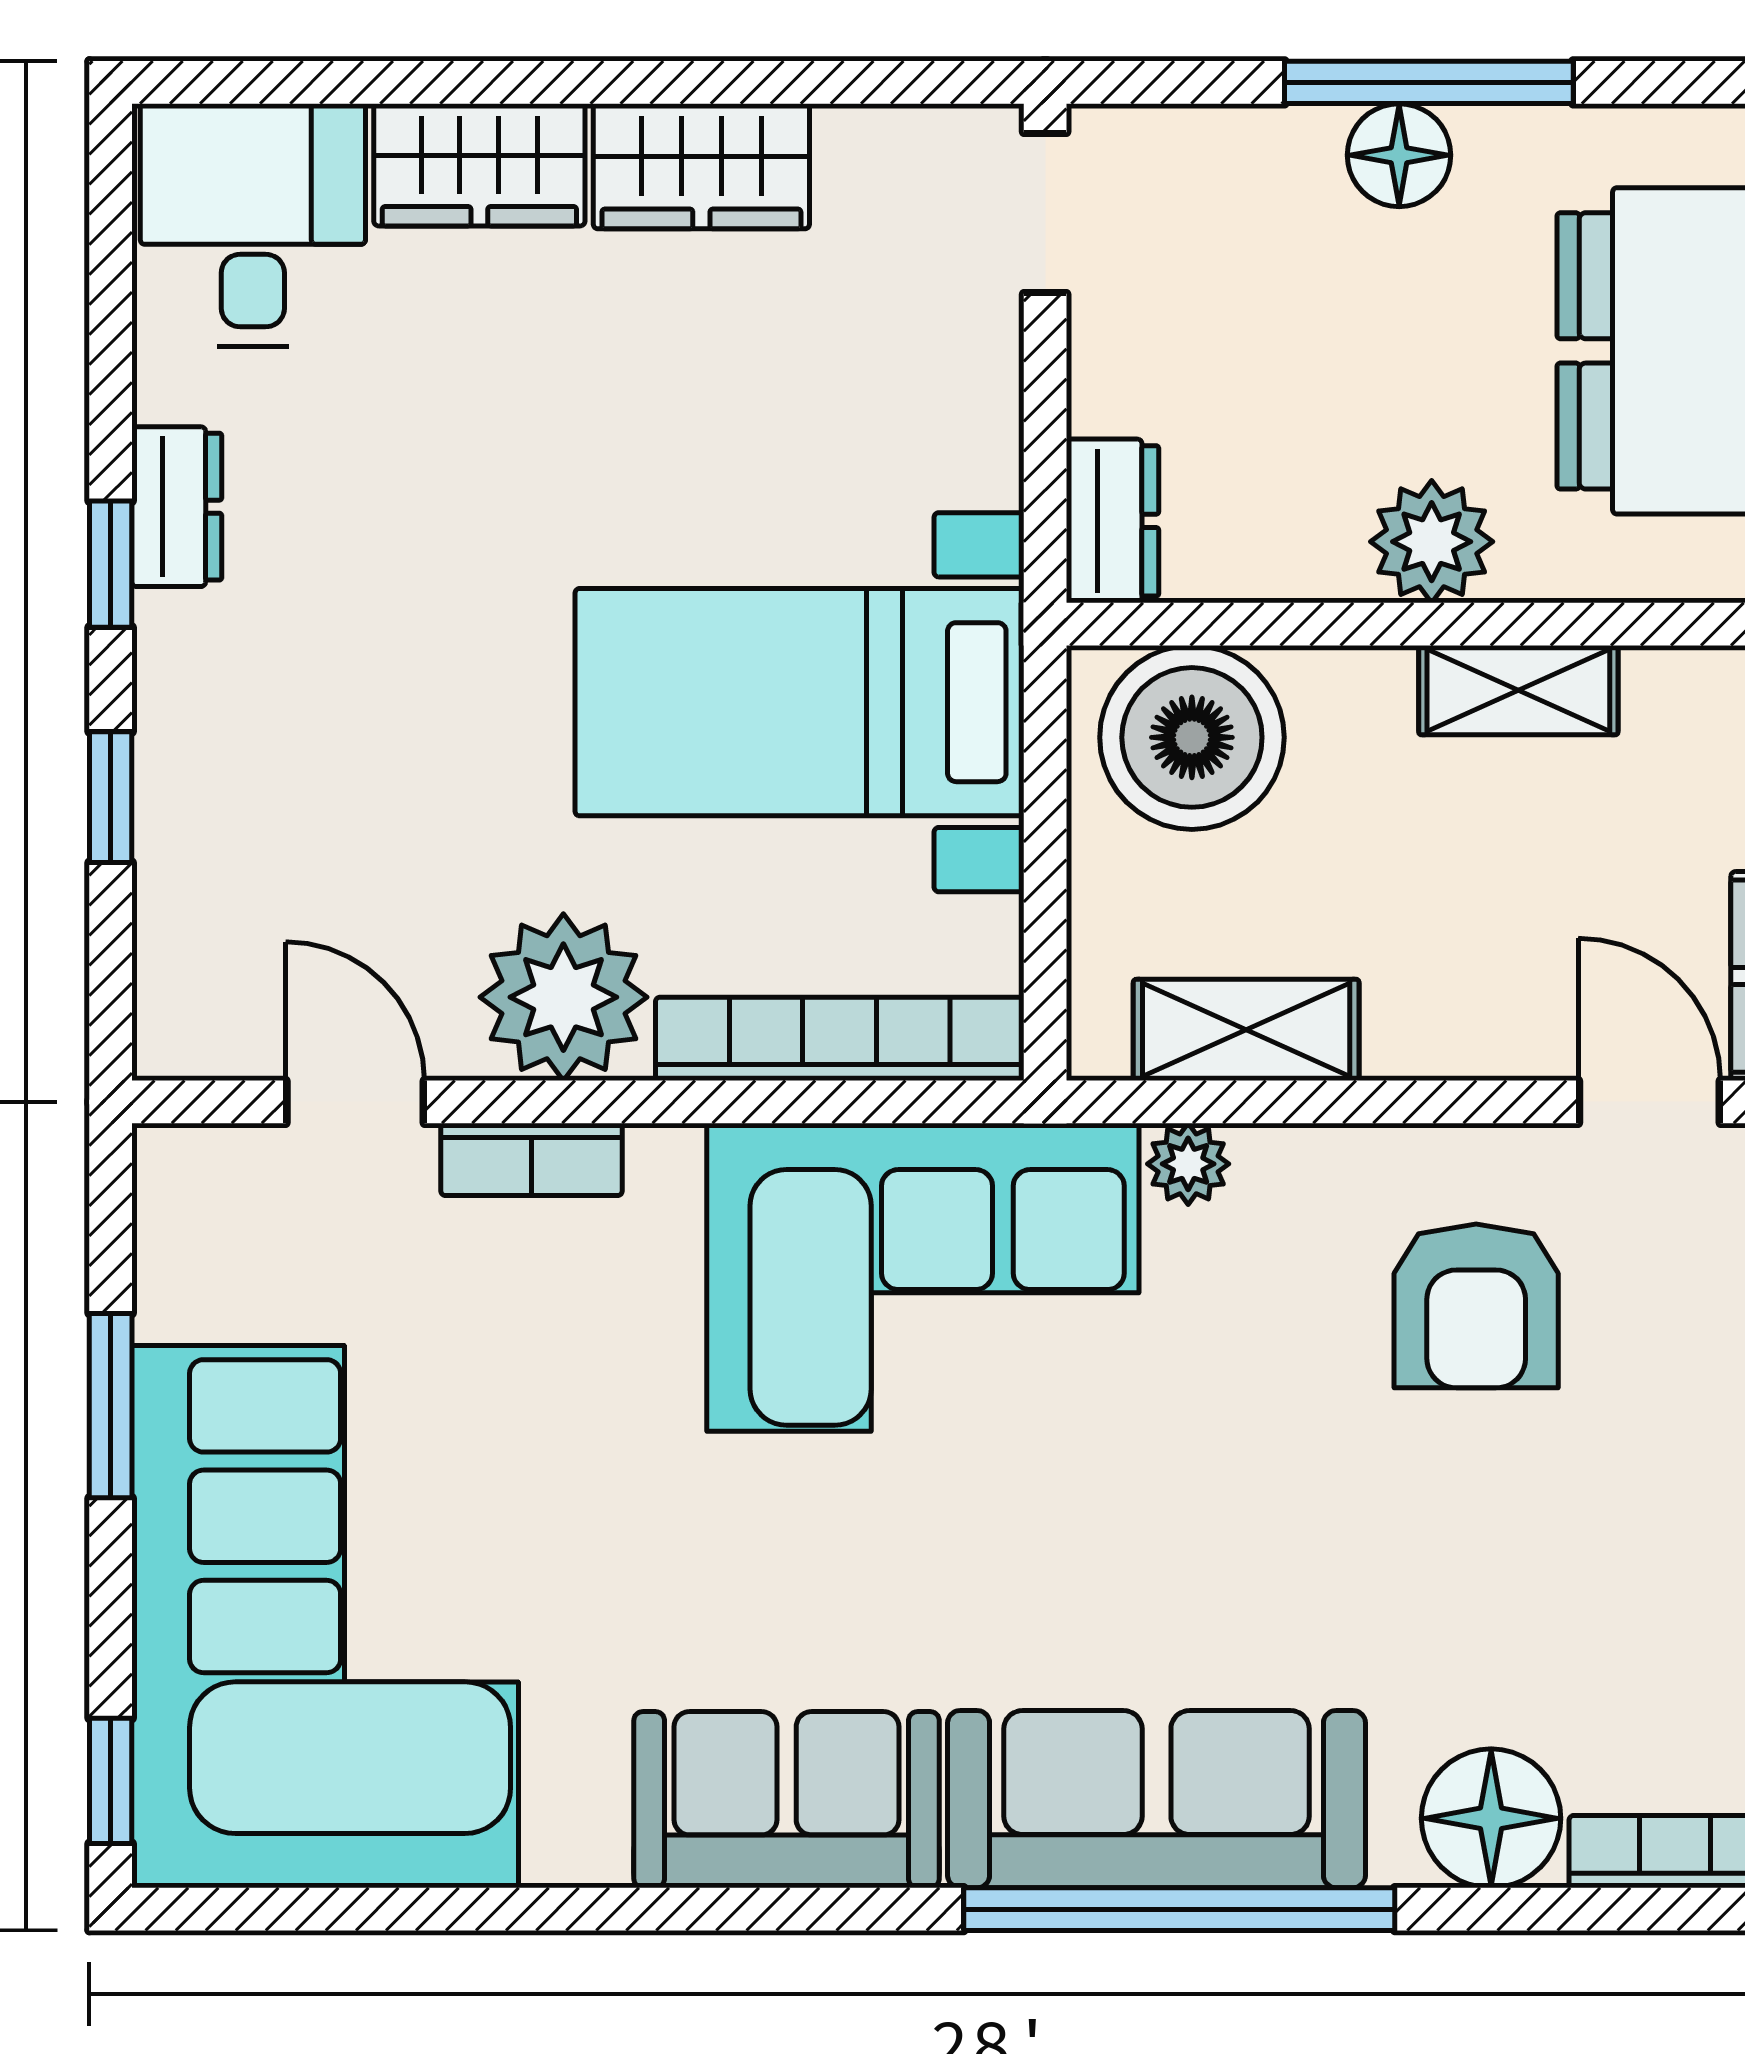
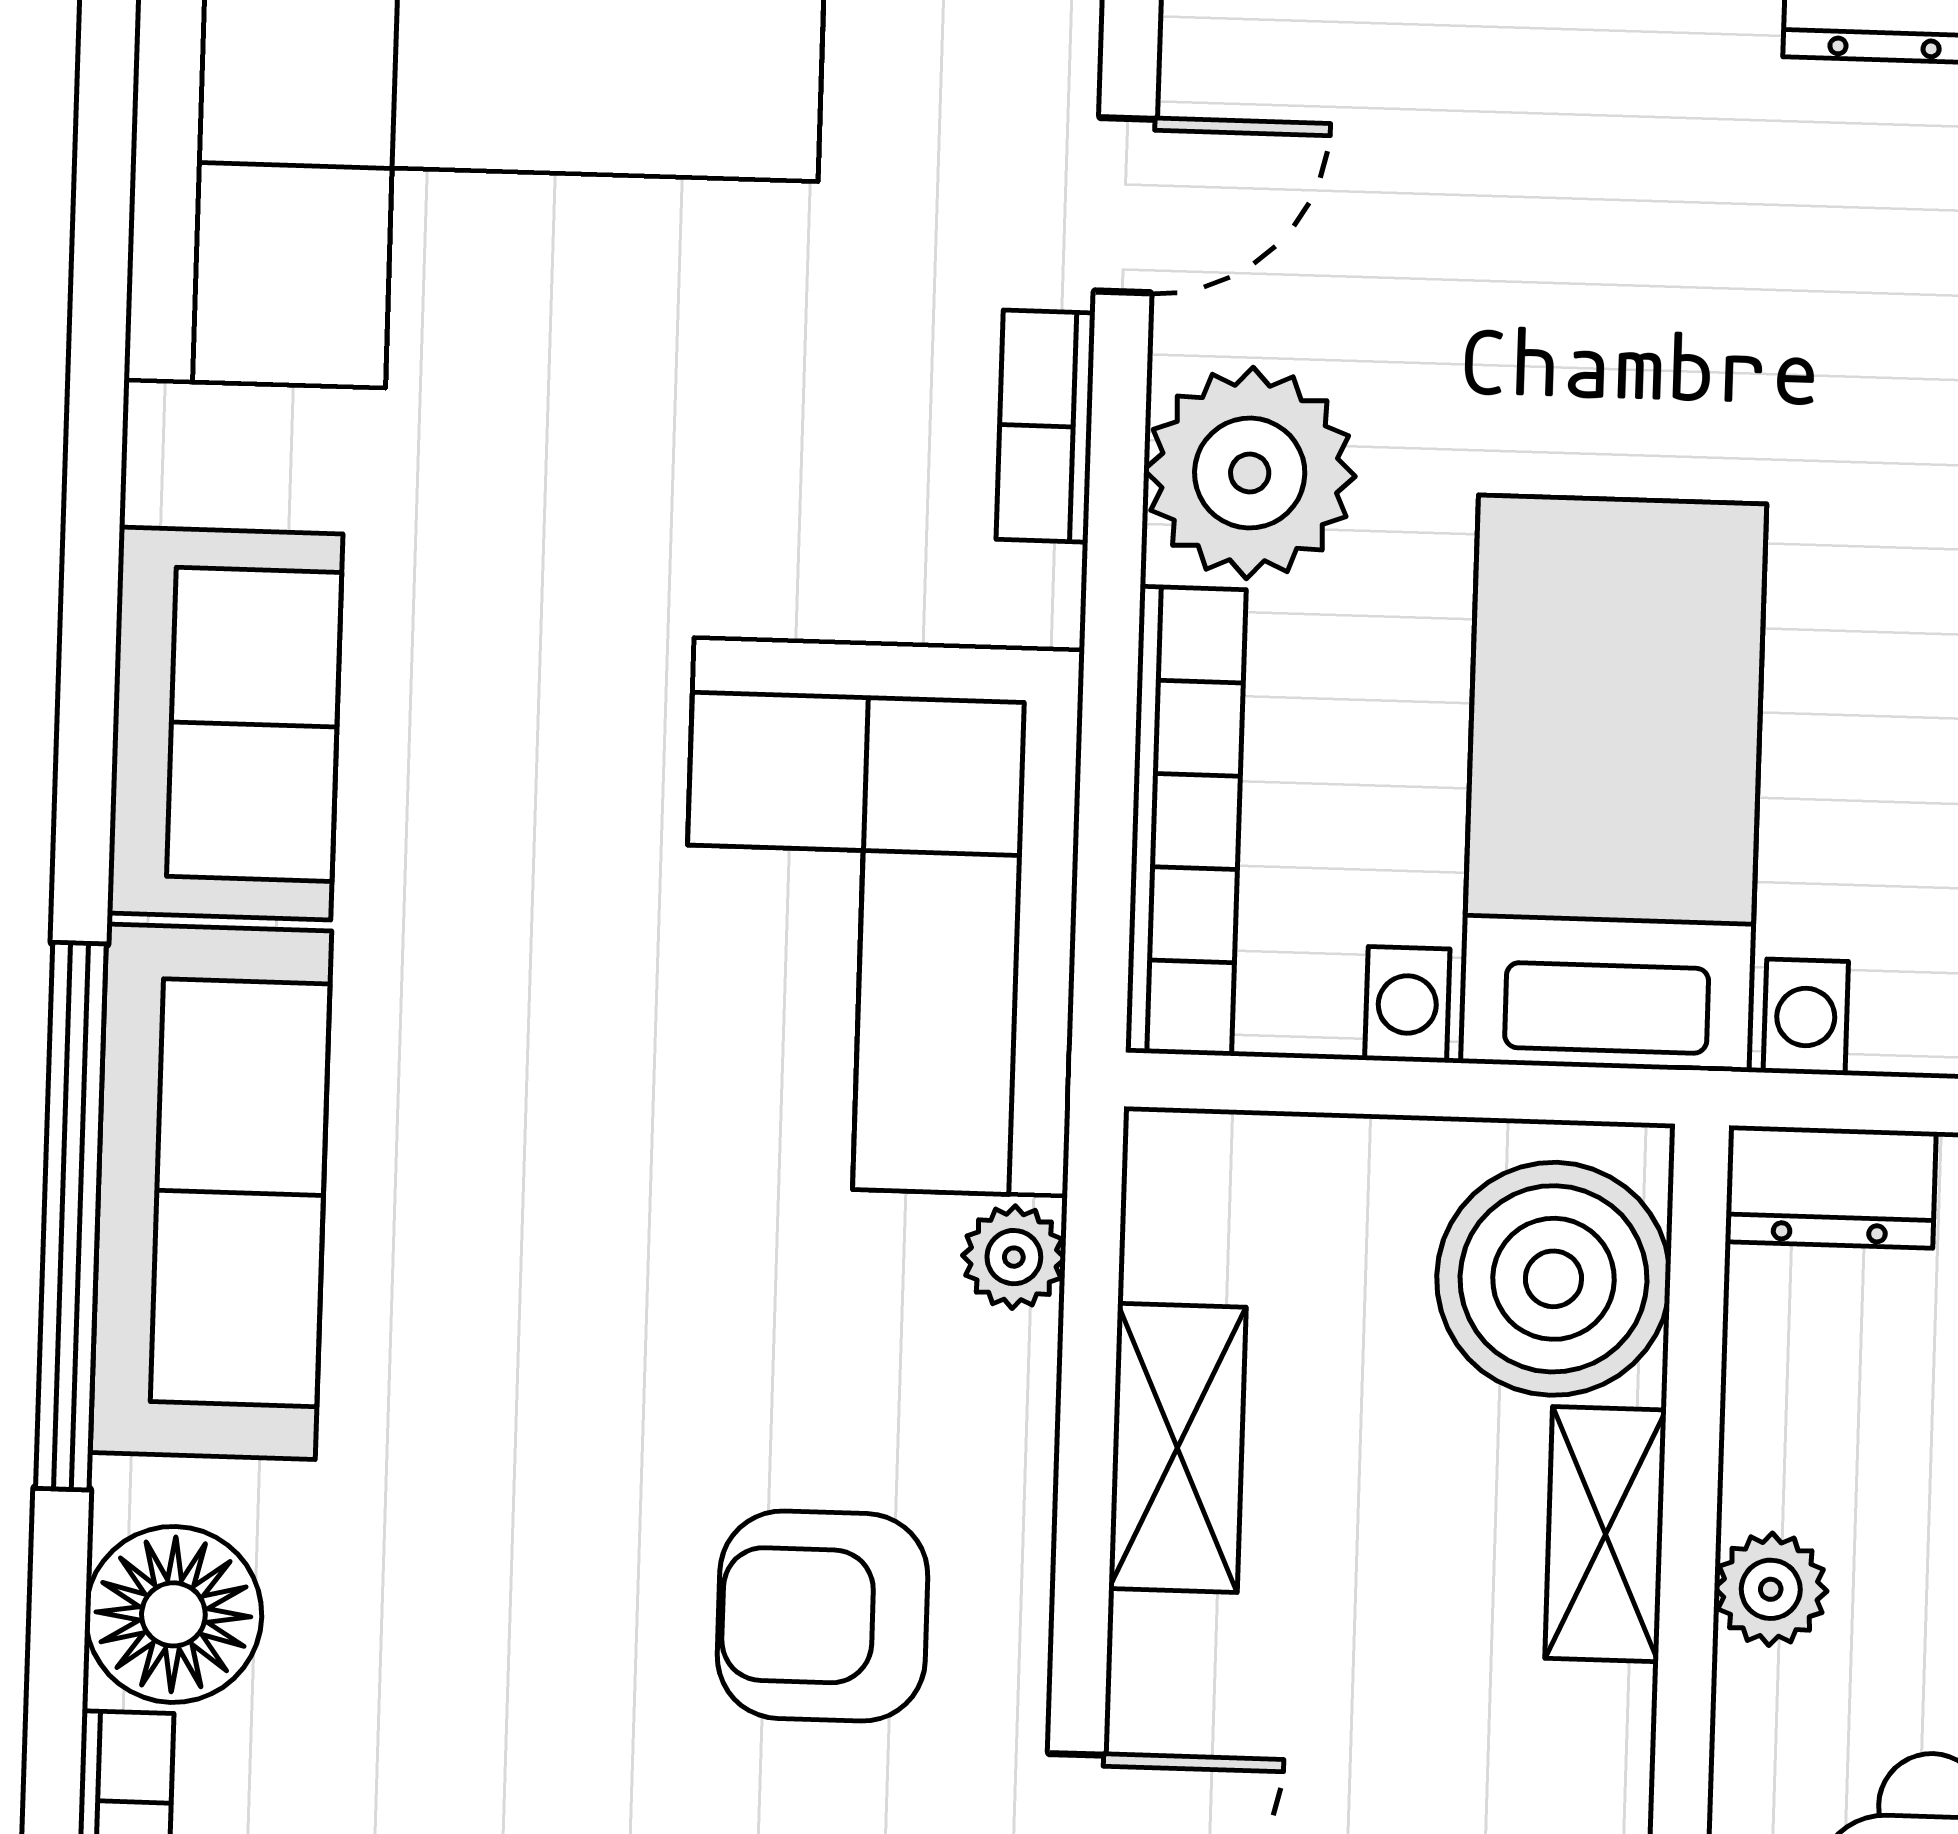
plant: (1432, 542) -> (1771, 1589), width x0.73, depth x0.73
shelving: (1518, 690) -> (1605, 1534), moved
shelving: (1246, 1030) -> (1177, 1448), moved

